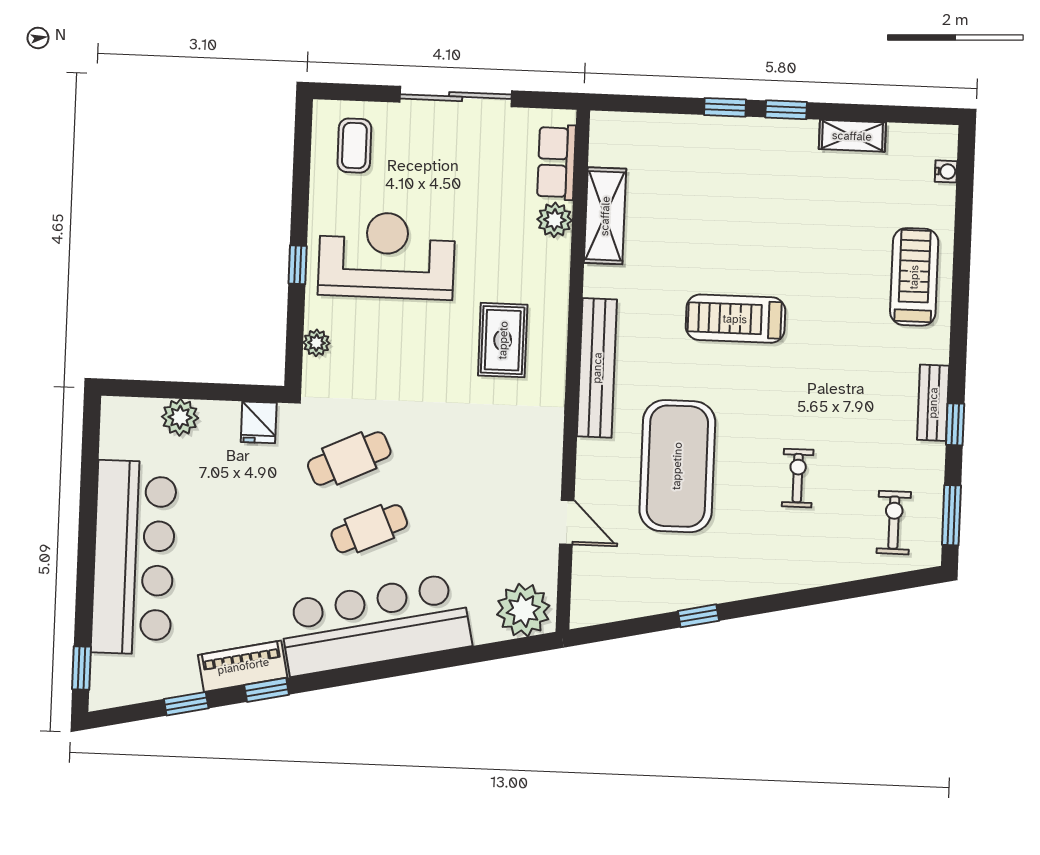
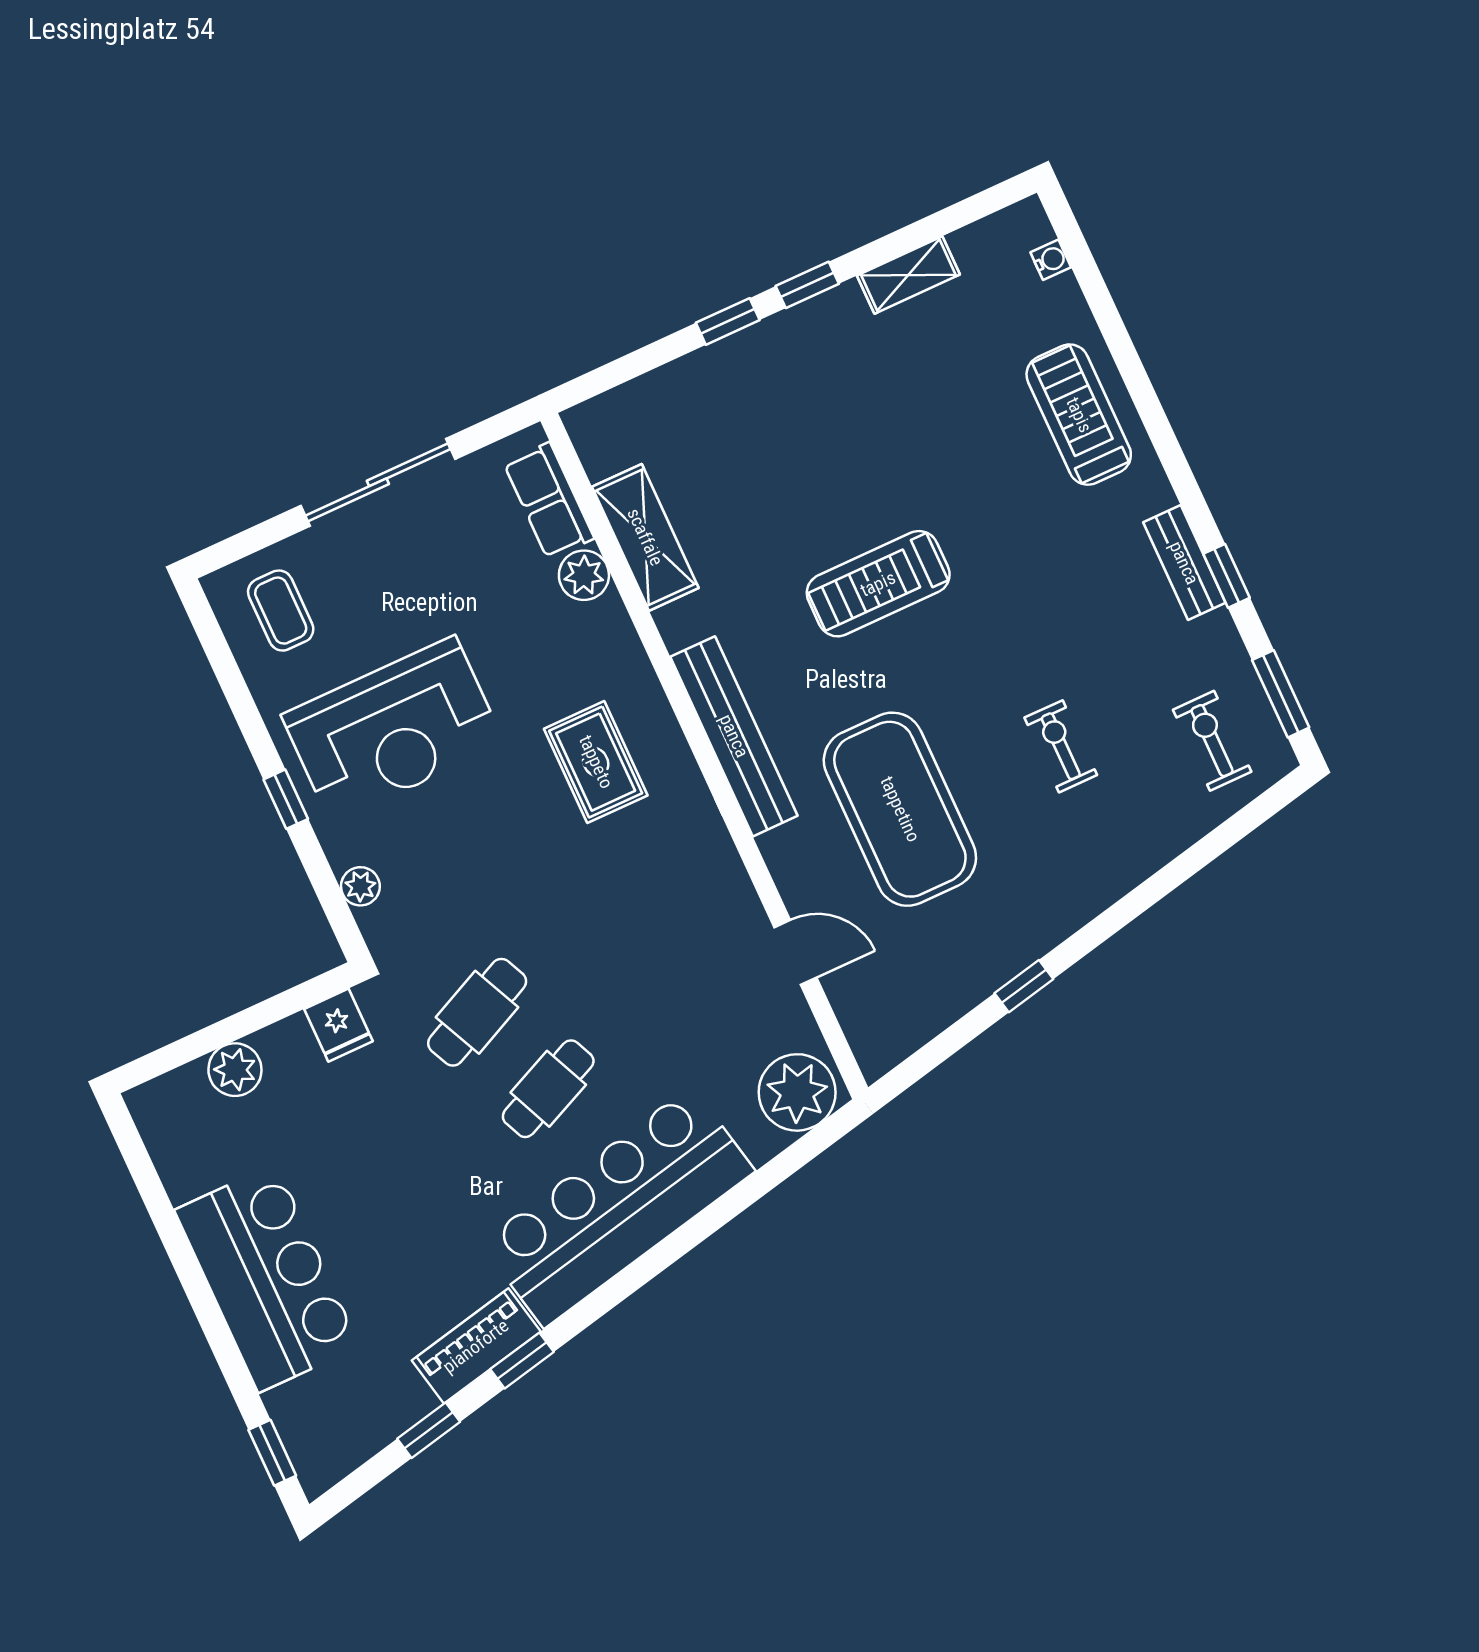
reception desk: (387, 255) -> (393, 729), turned 180
bar counter: (134, 558) -> (267, 1278), width x0.73

